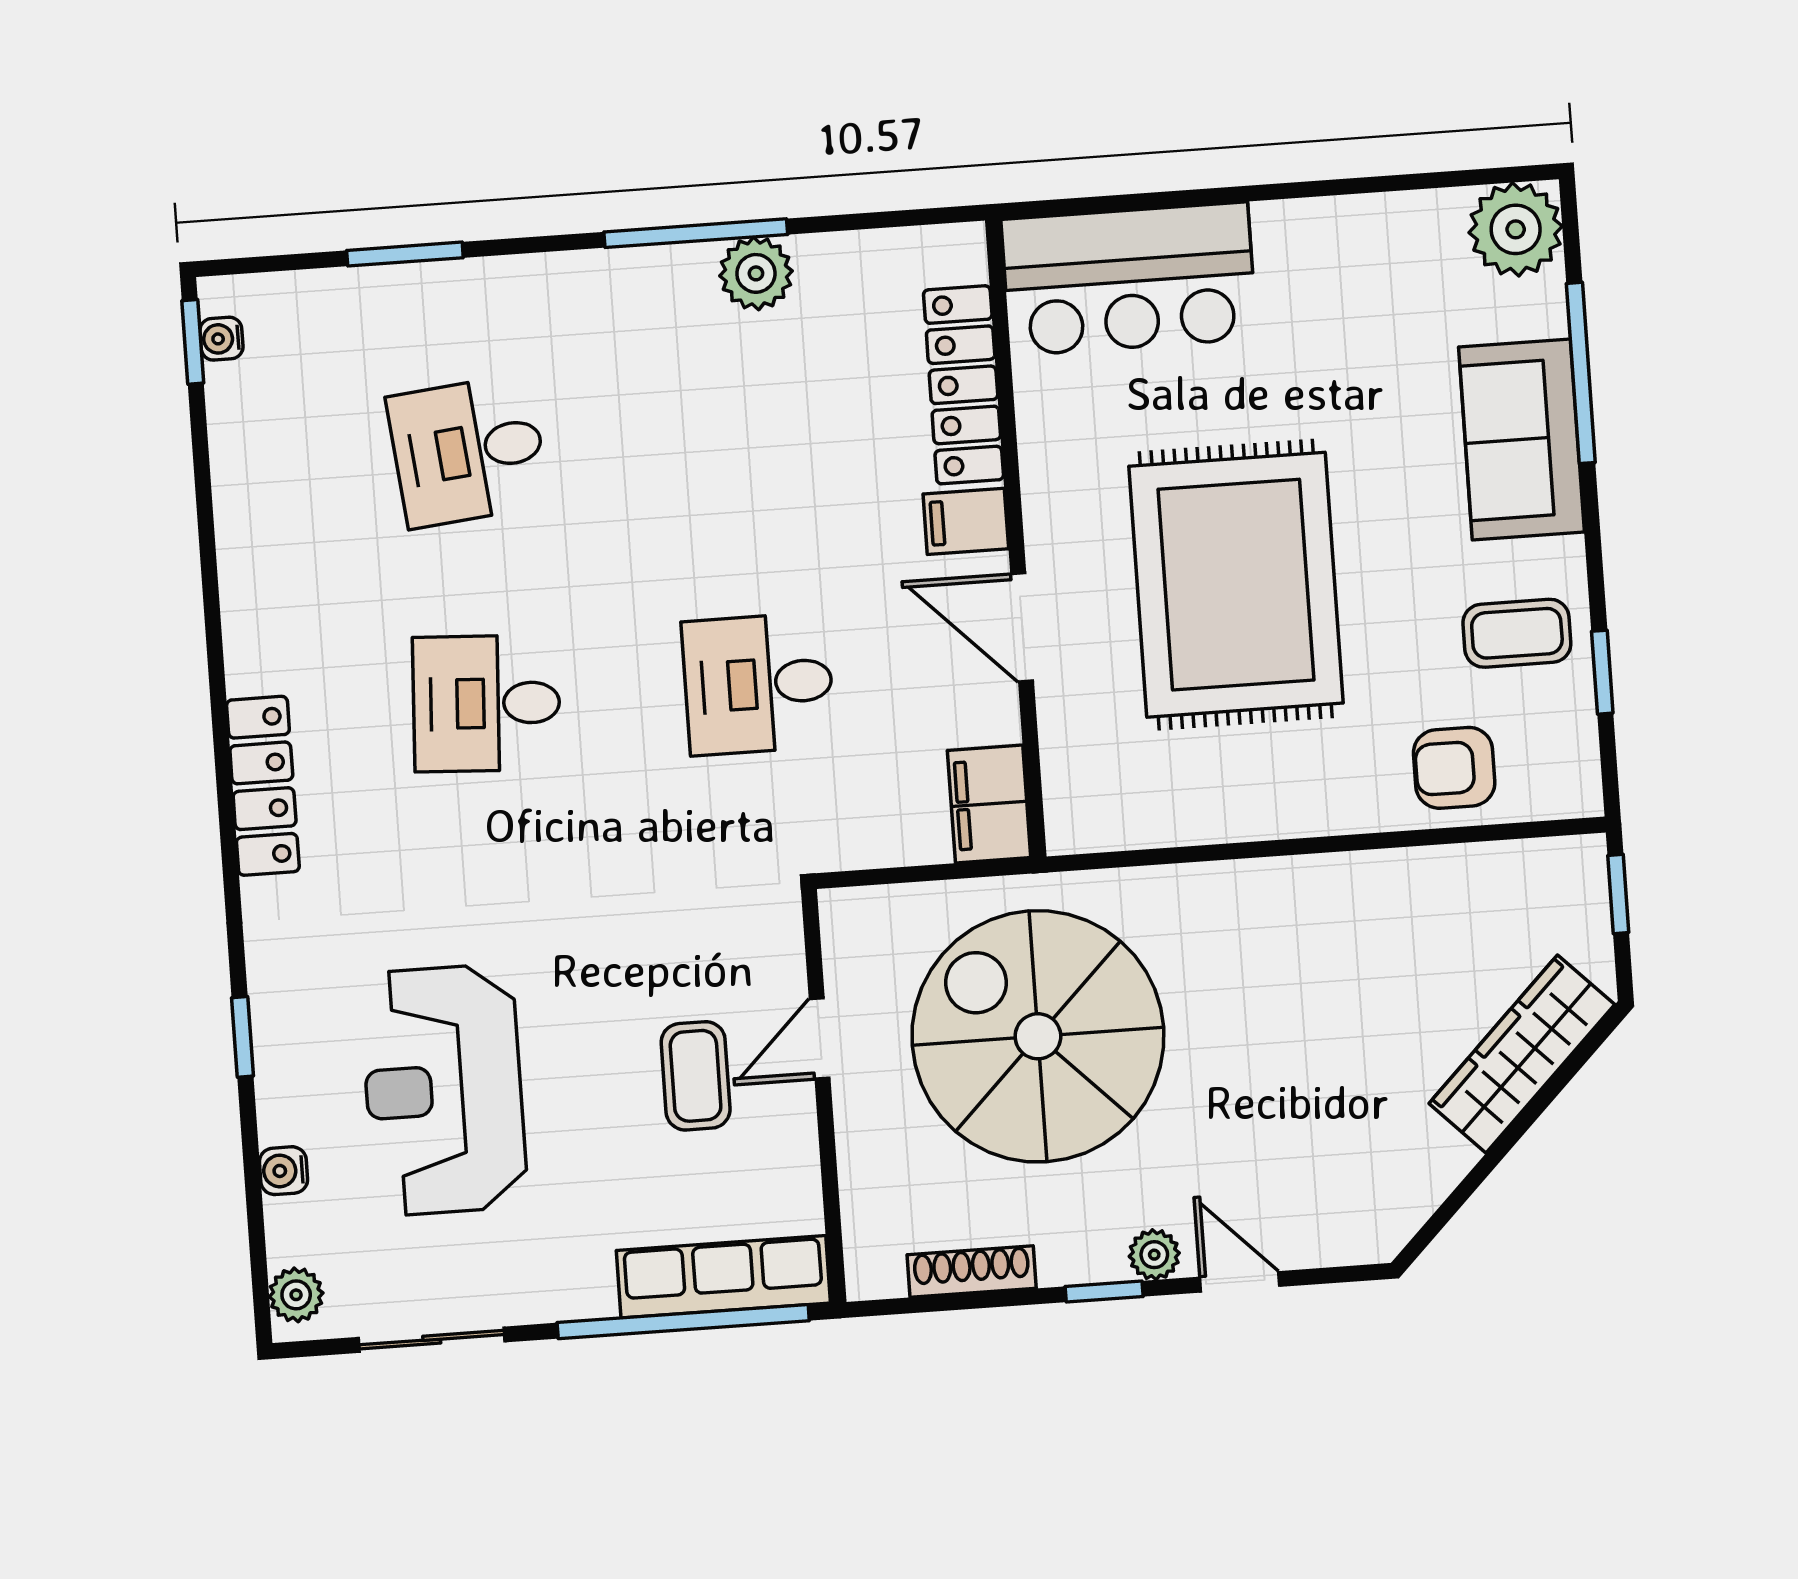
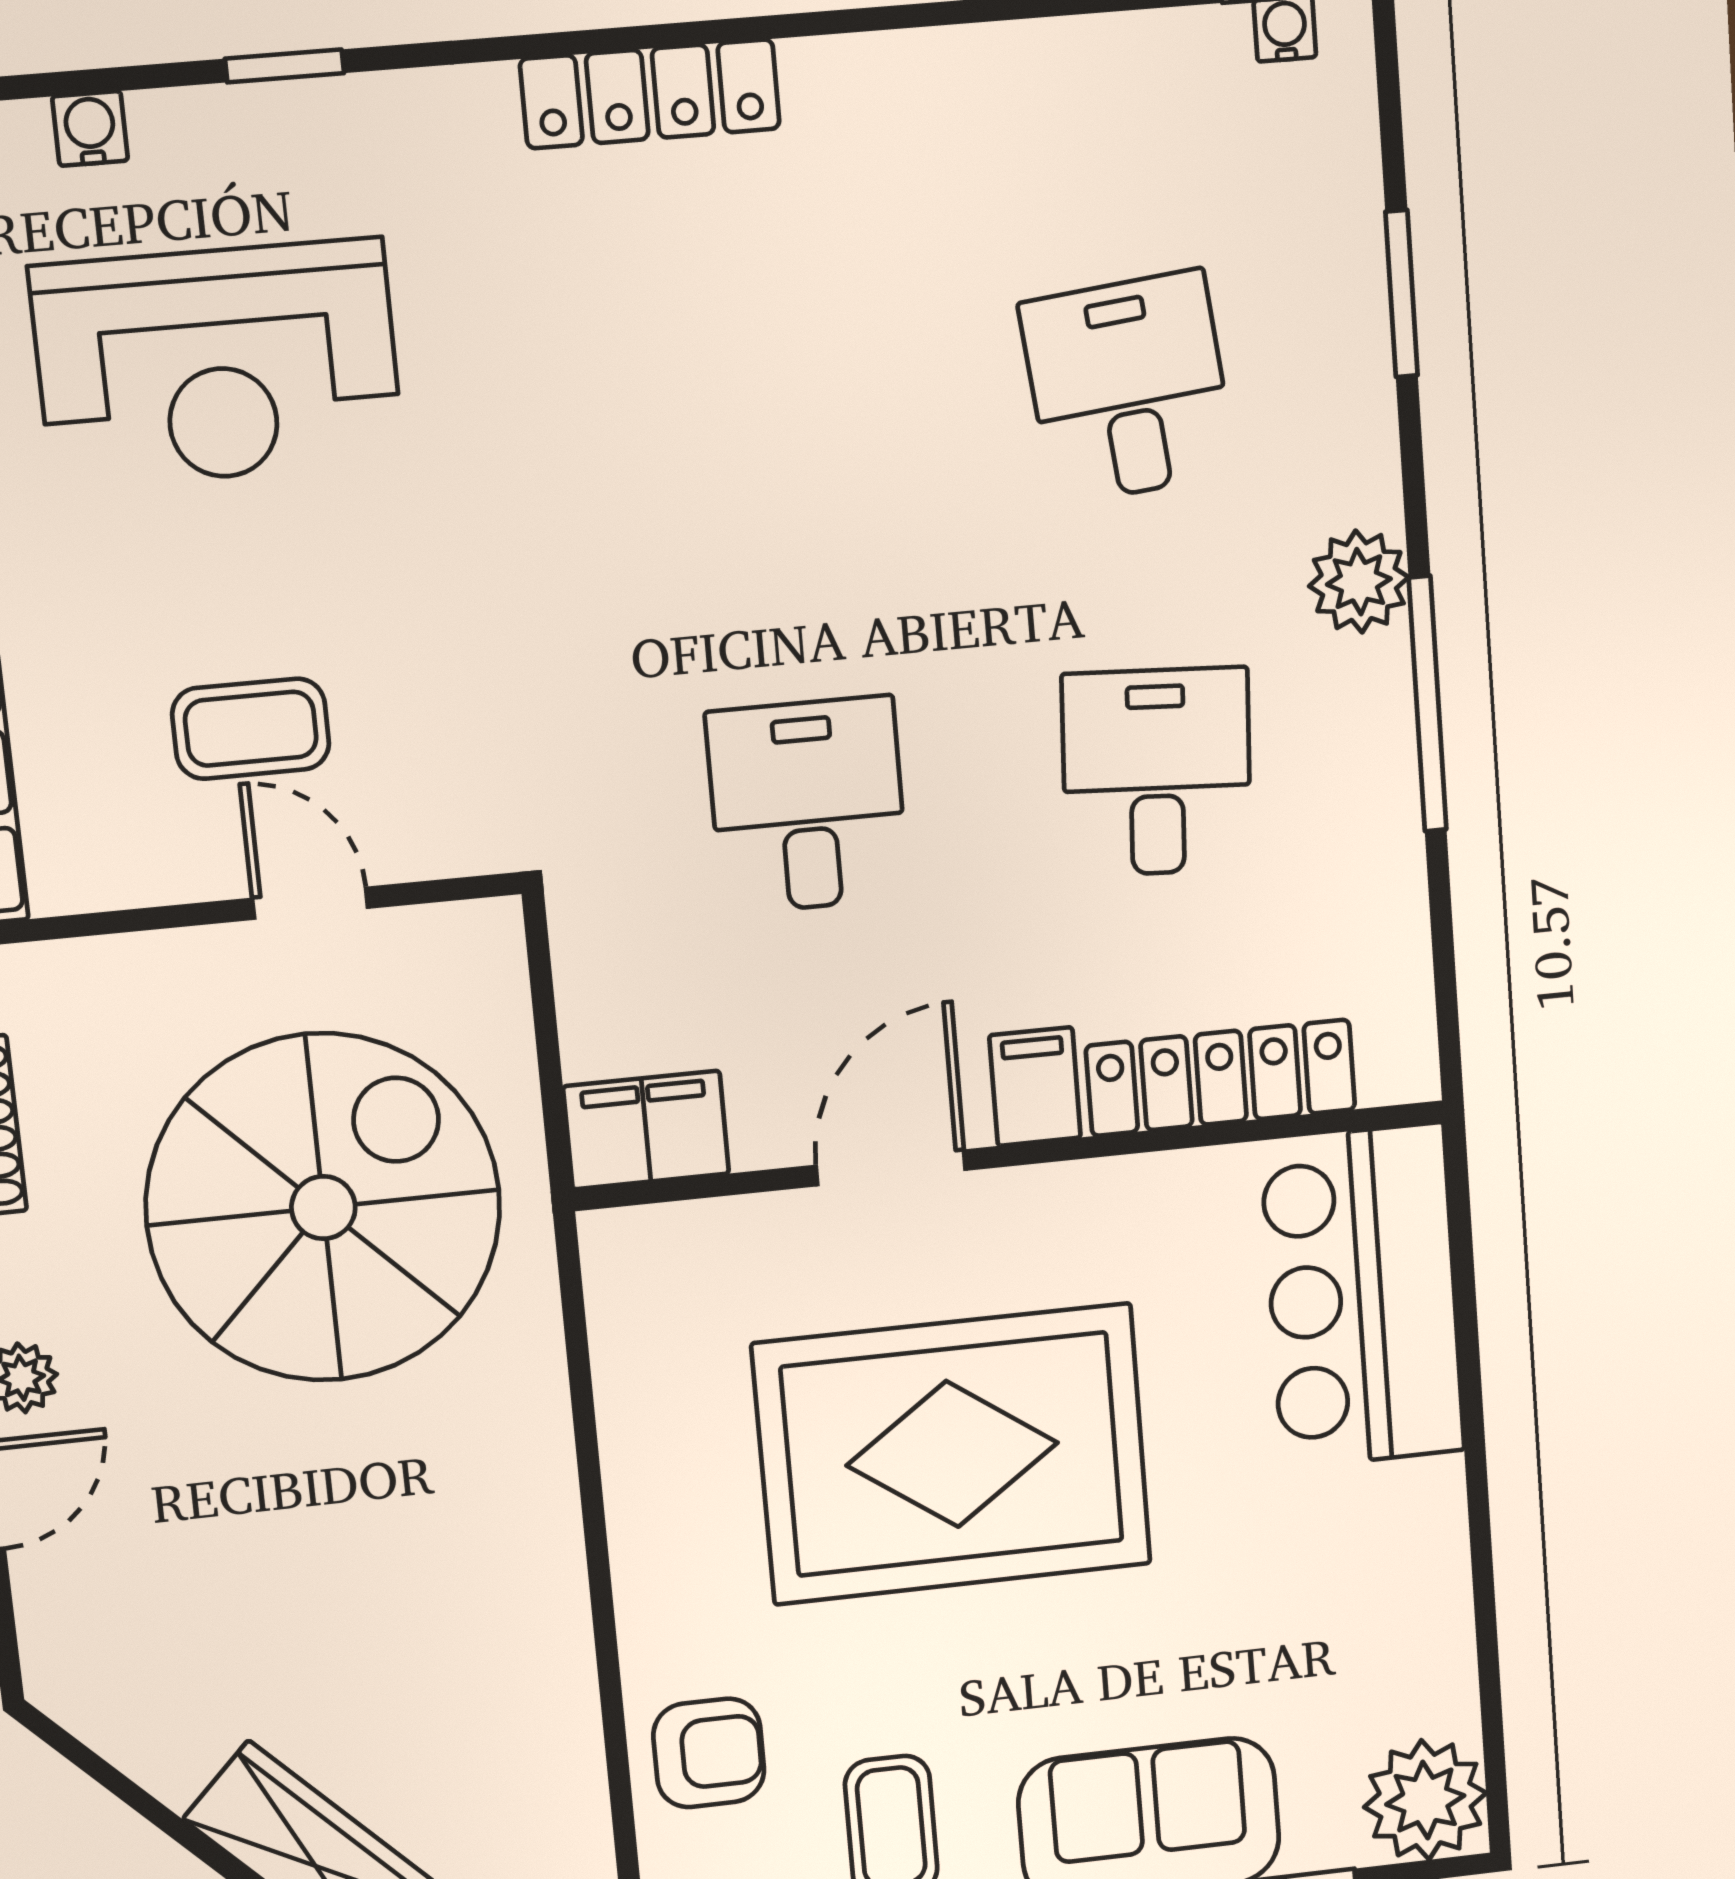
plant: (756, 273) -> (1359, 582), moved
desk: (486, 703) -> (1157, 772), moved
armchair: (1454, 768) -> (709, 1753), turned 90
reception desk: (443, 1090) -> (217, 364), turned 180

